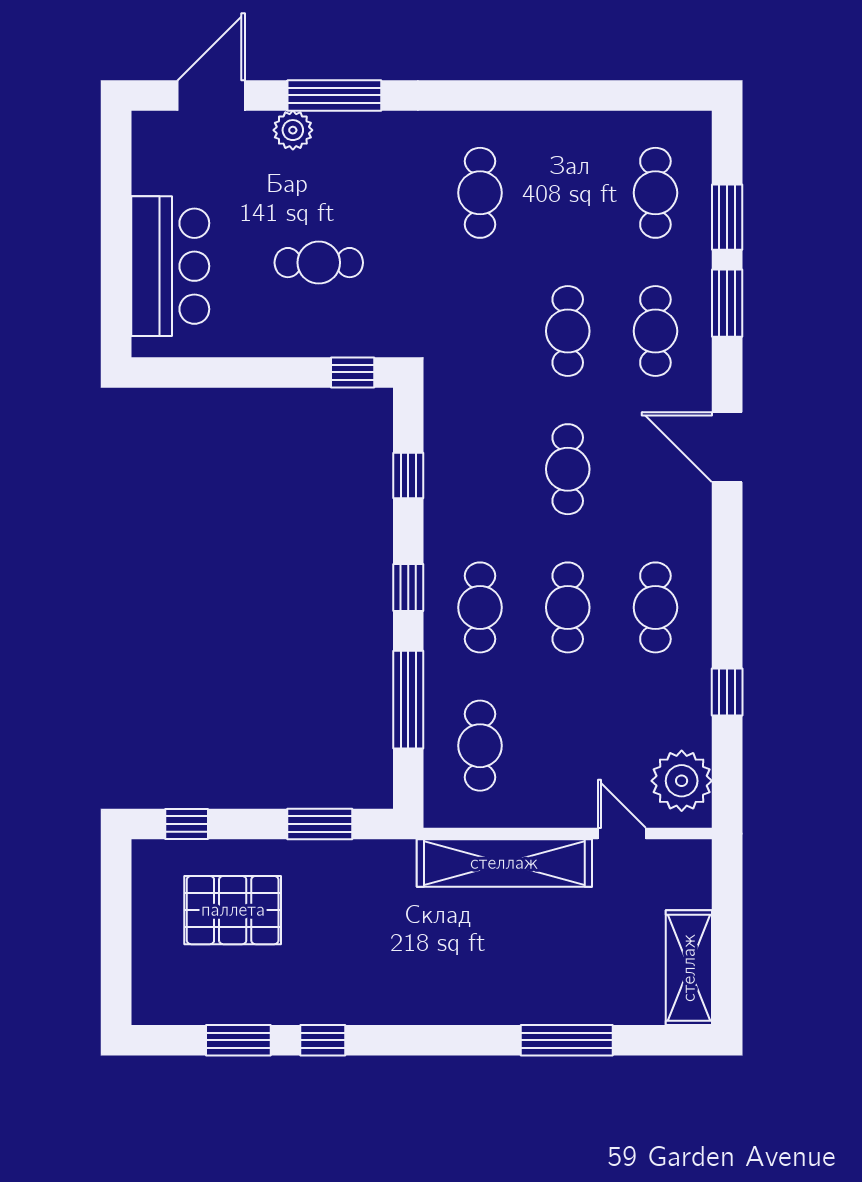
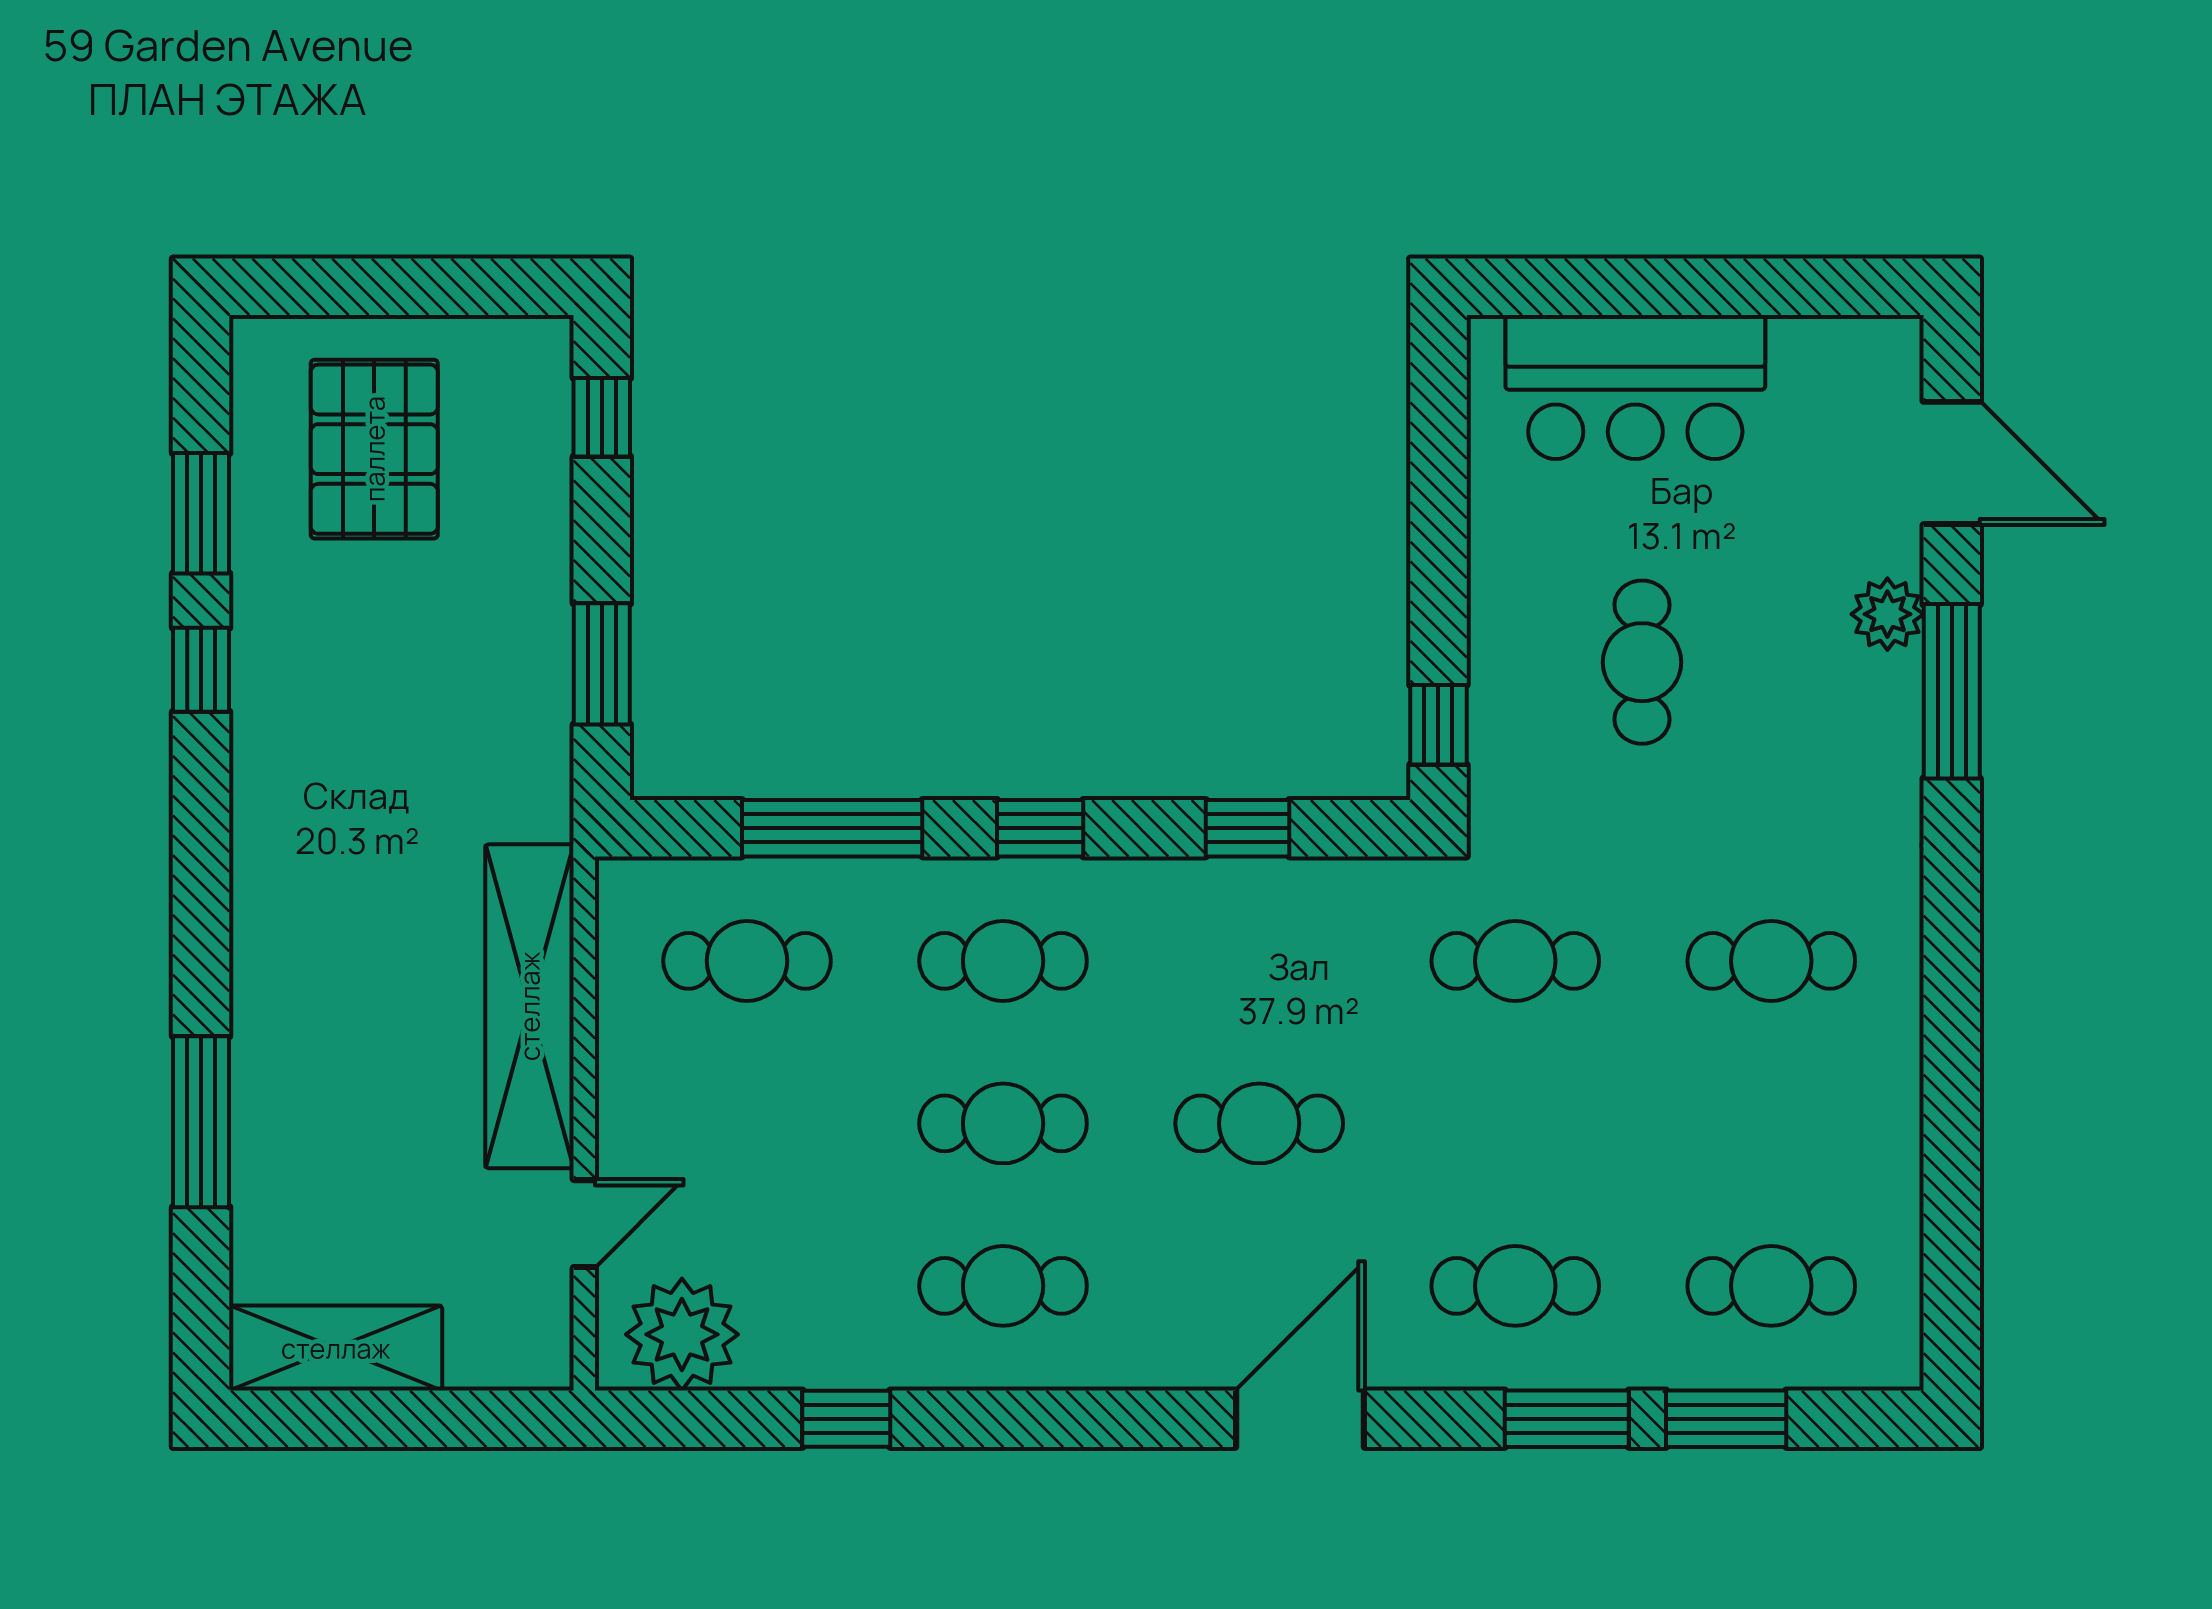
cafe table: (568, 331) -> (1515, 961), moved
pallet: (233, 910) -> (374, 449), moved

